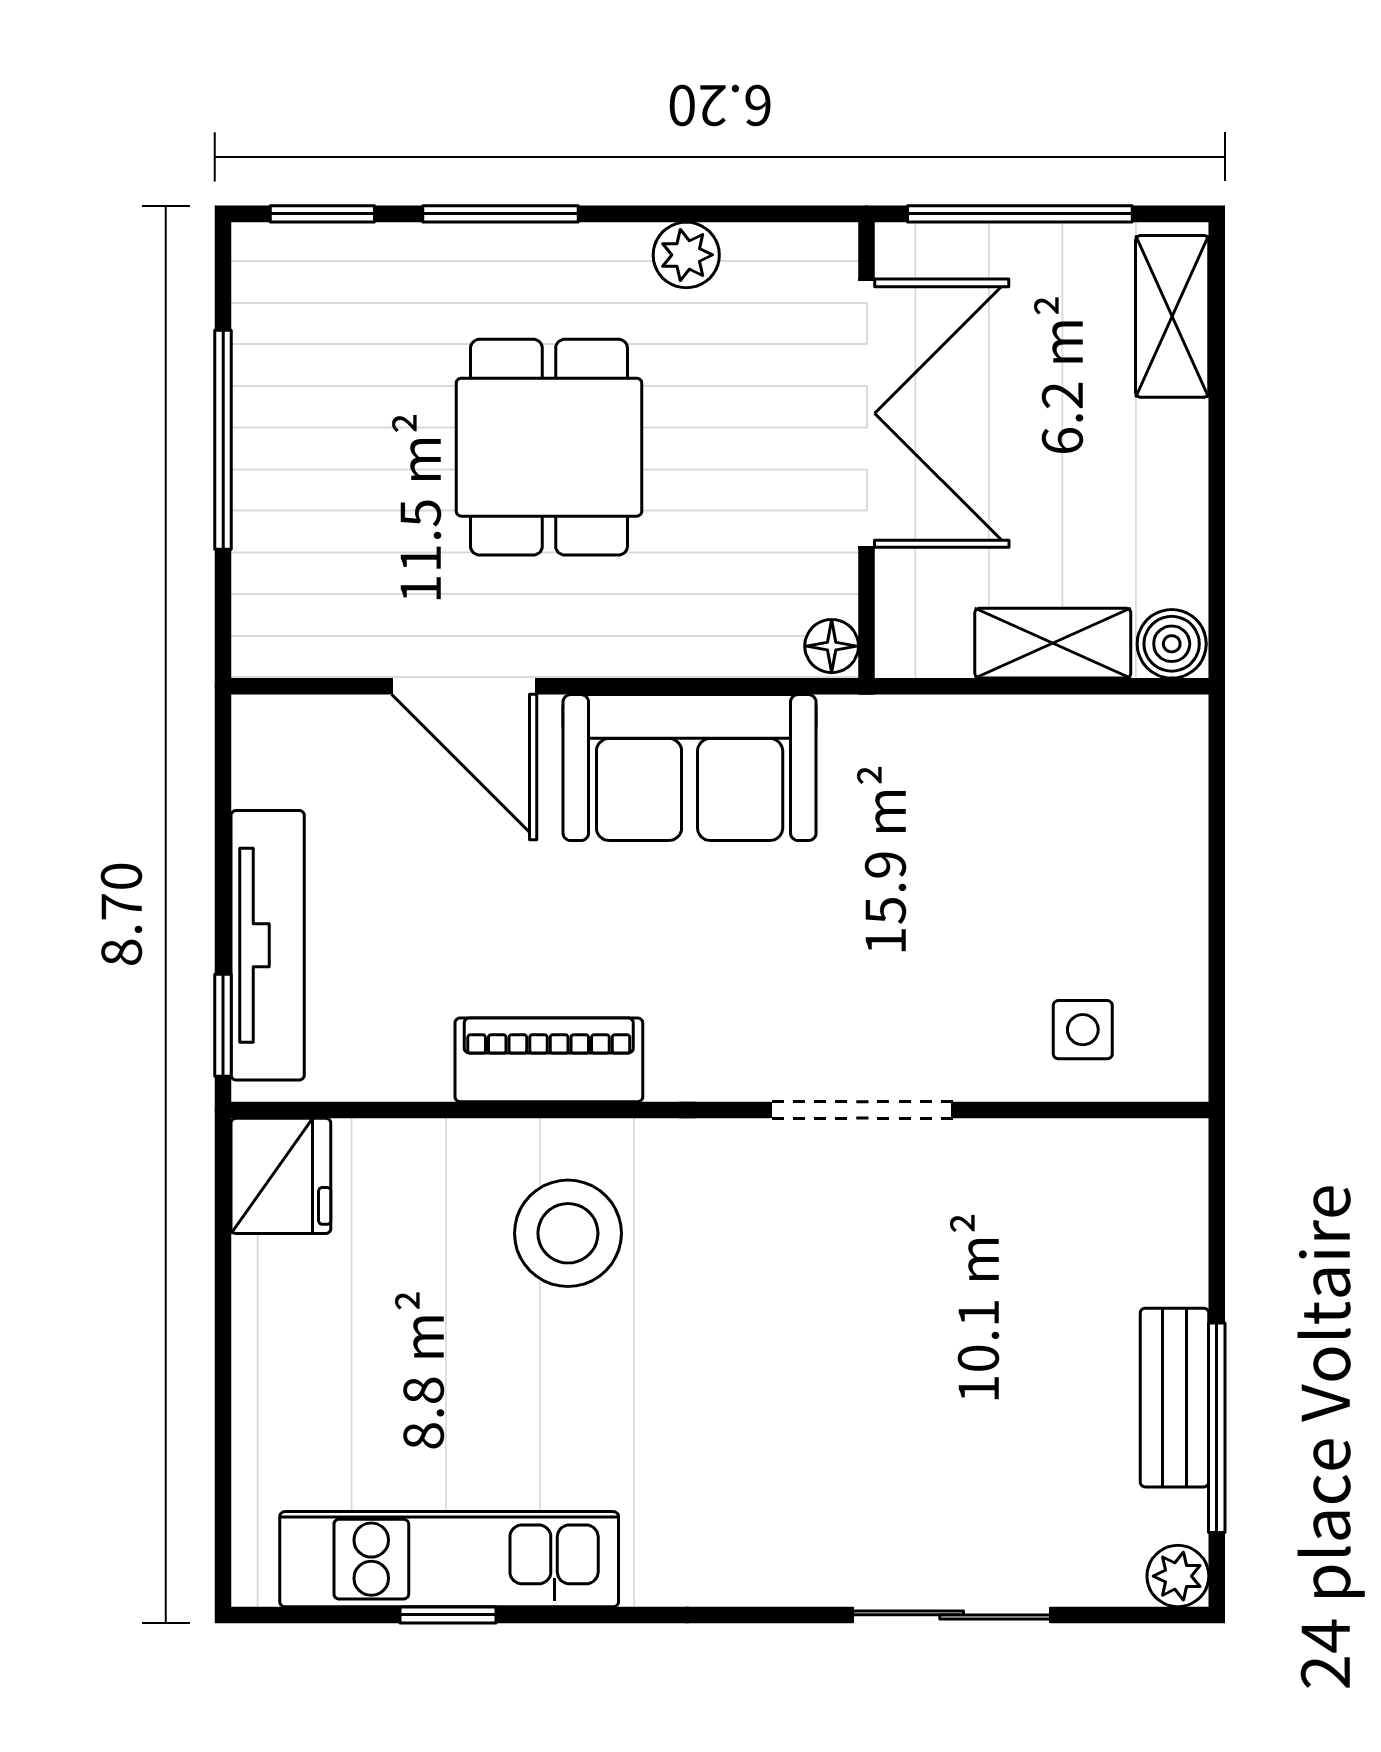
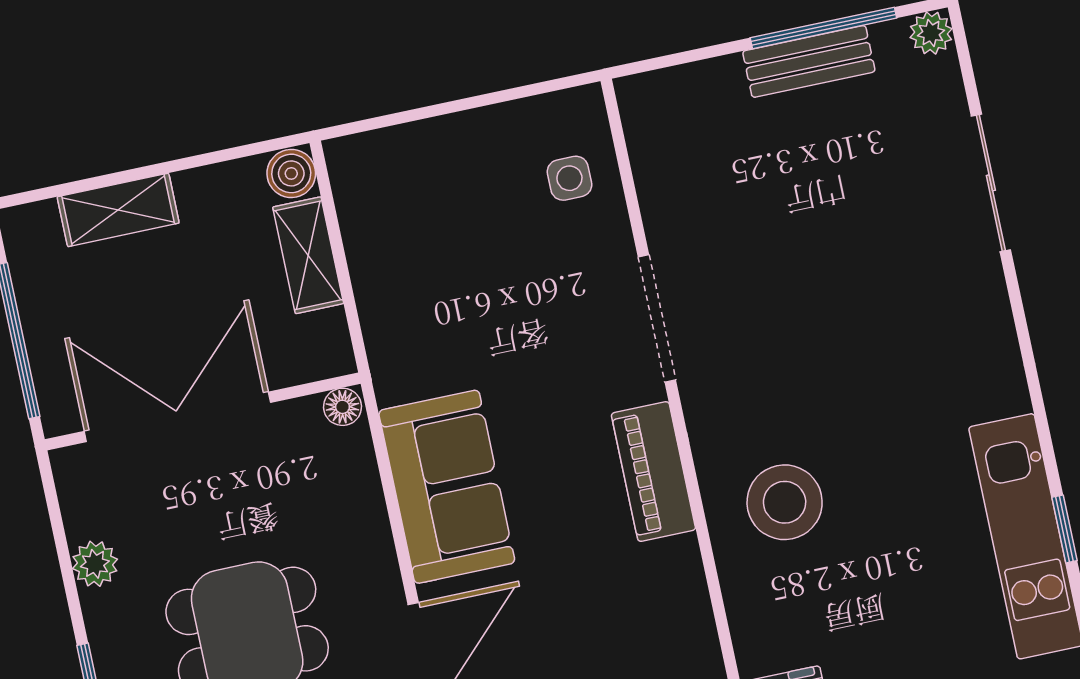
shelving: (1172, 316) -> (118, 210), moved
piano: (549, 1060) -> (653, 472), moved

